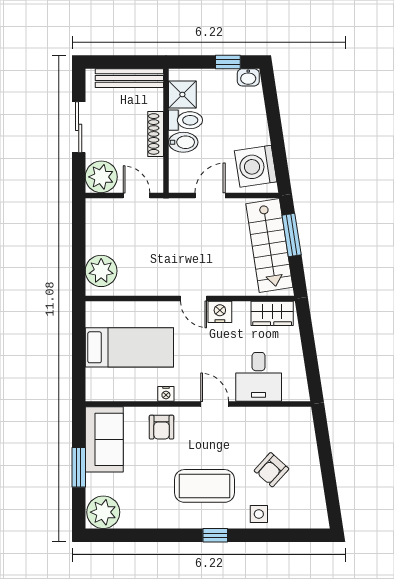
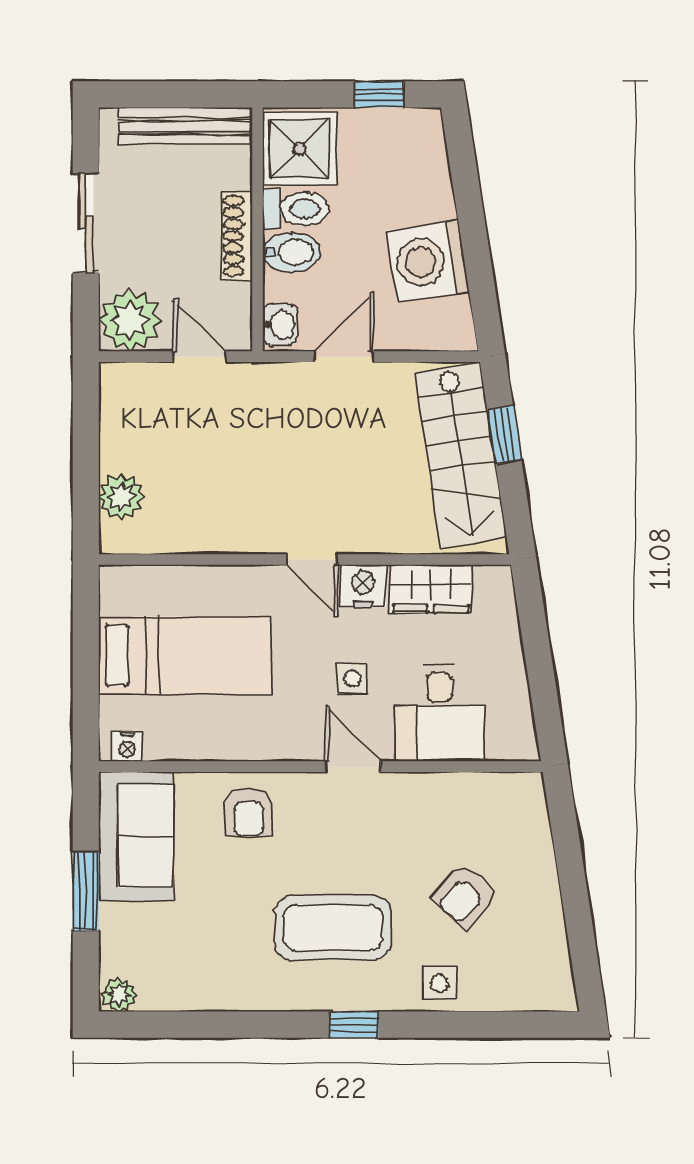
washbasin: (248, 77) -> (280, 325), moved, turned -90
shower: (182, 94) -> (299, 148), width x1.36, depth x1.36
washing machine: (256, 166) -> (428, 261), moved
window: (292, 235) -> (504, 434), width x0.67
plant: (101, 271) -> (122, 497), width x0.73, depth x0.73
wardrobe: (272, 313) -> (431, 589), moved
side table: (214, 359) -> (352, 679), added
nightstand: (166, 394) -> (127, 747), moved
plant: (103, 512) -> (119, 995), width x0.53, depth x0.53

